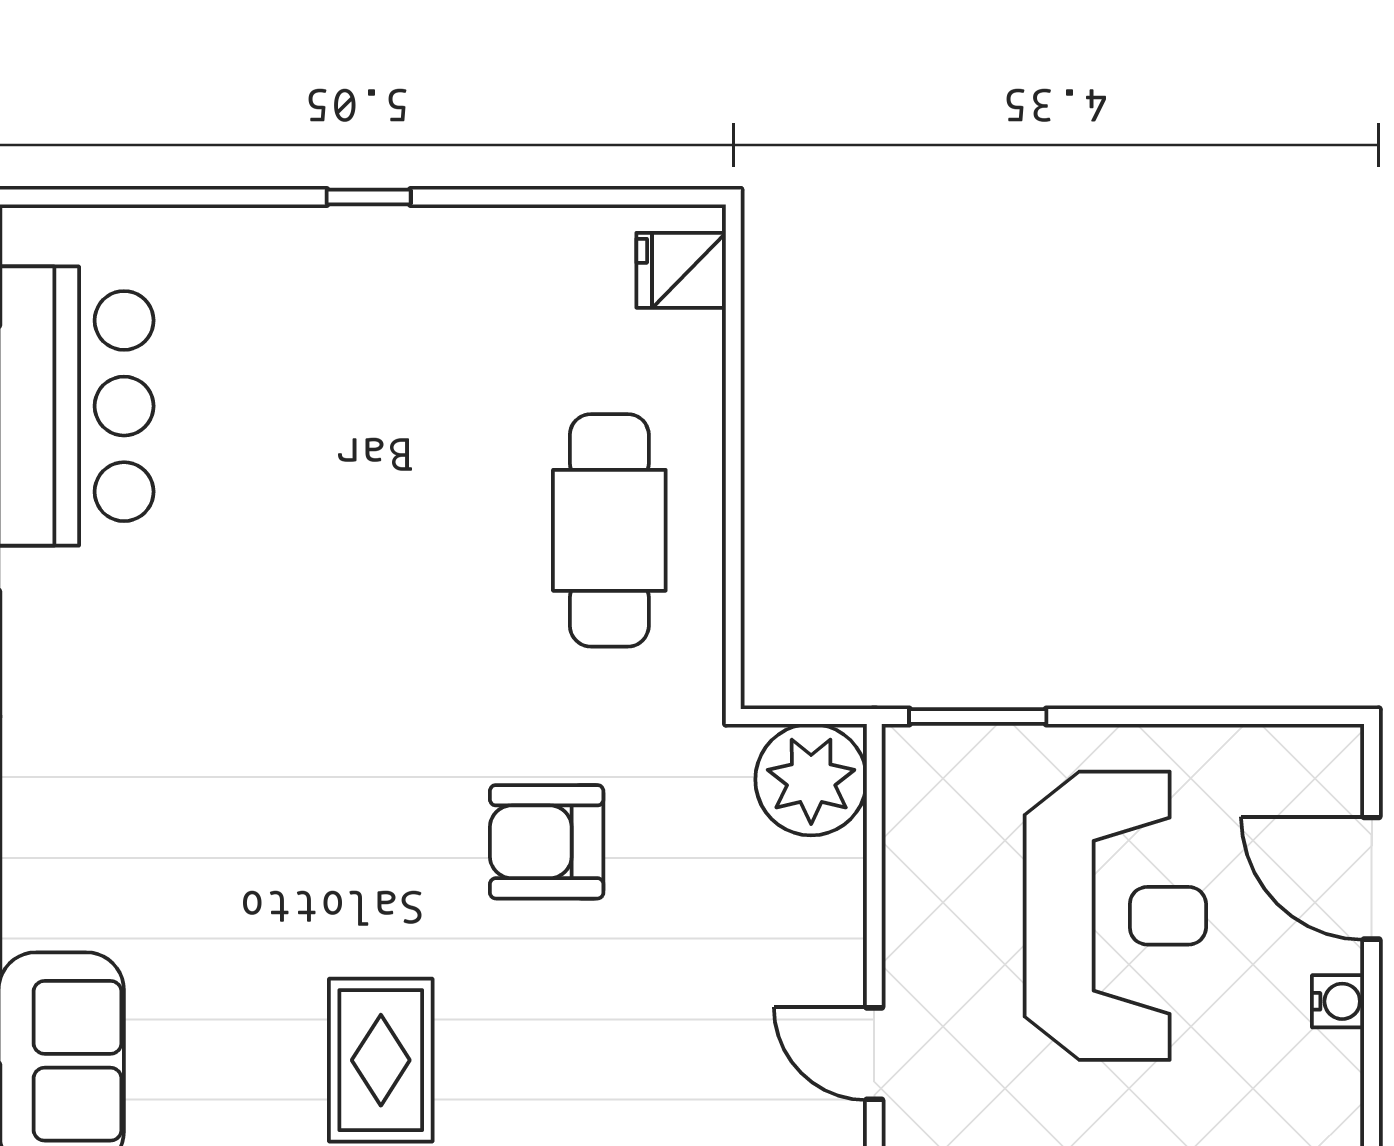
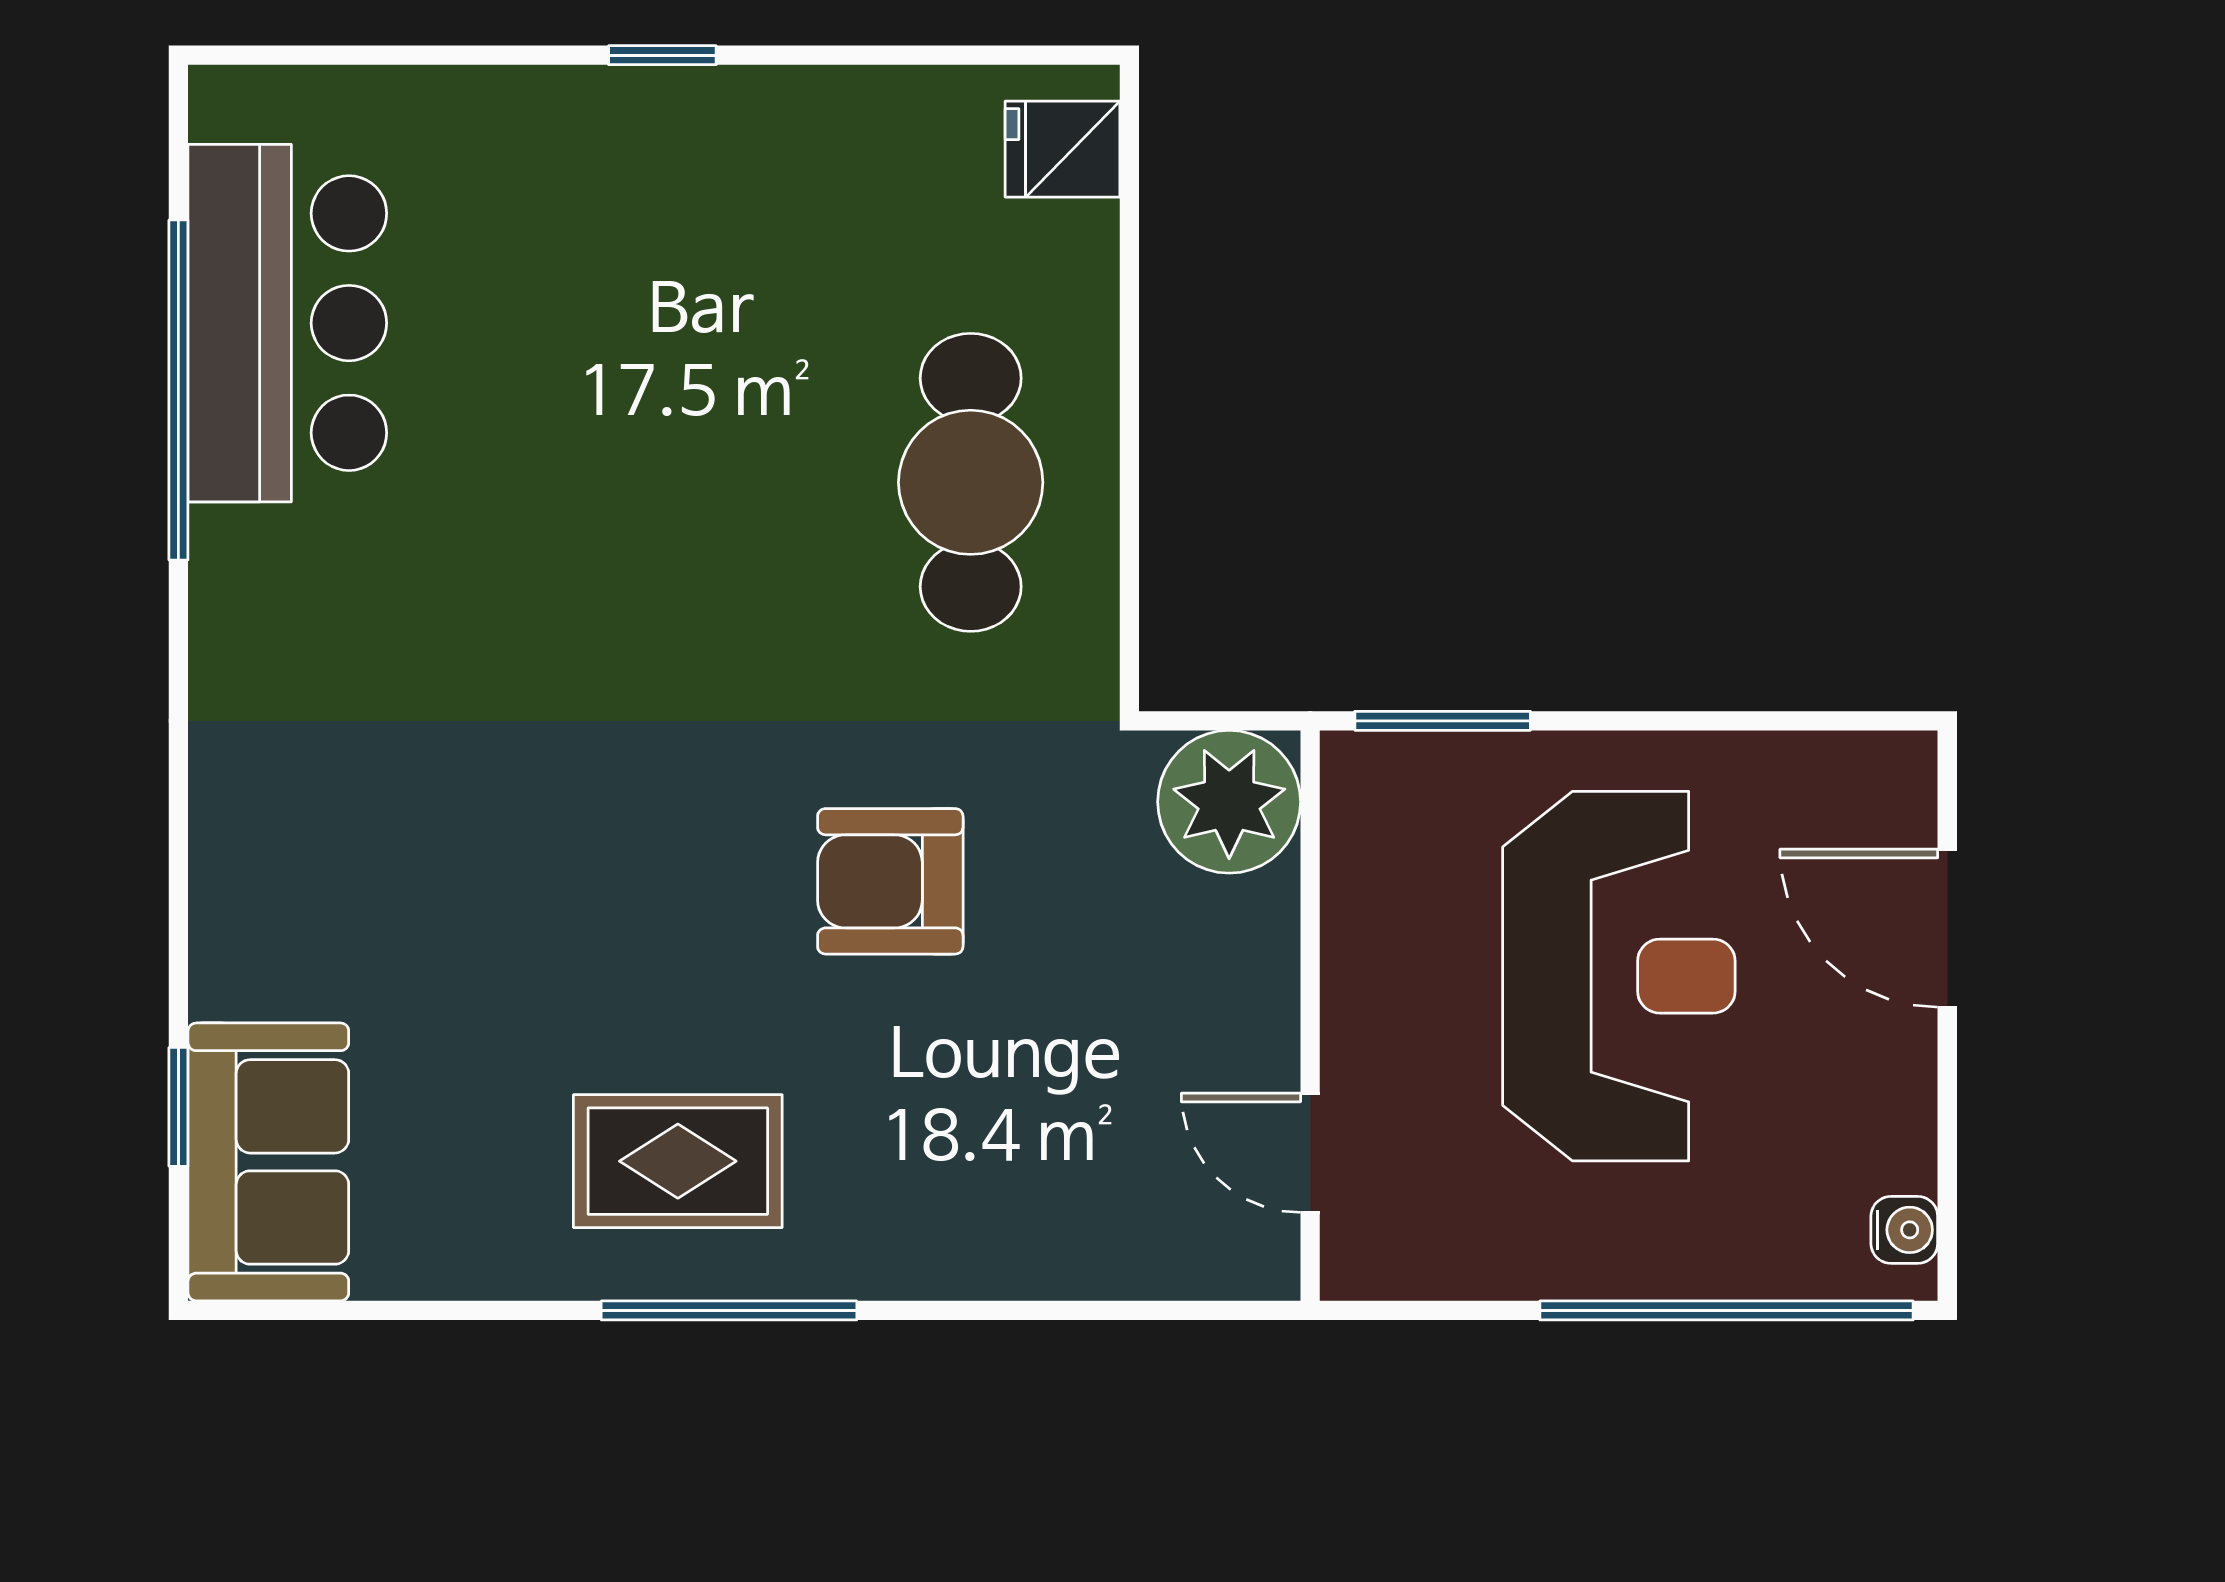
water cooler: (1338, 1001) -> (1904, 1230), moved
rug: (381, 1060) -> (678, 1161), turned 90

